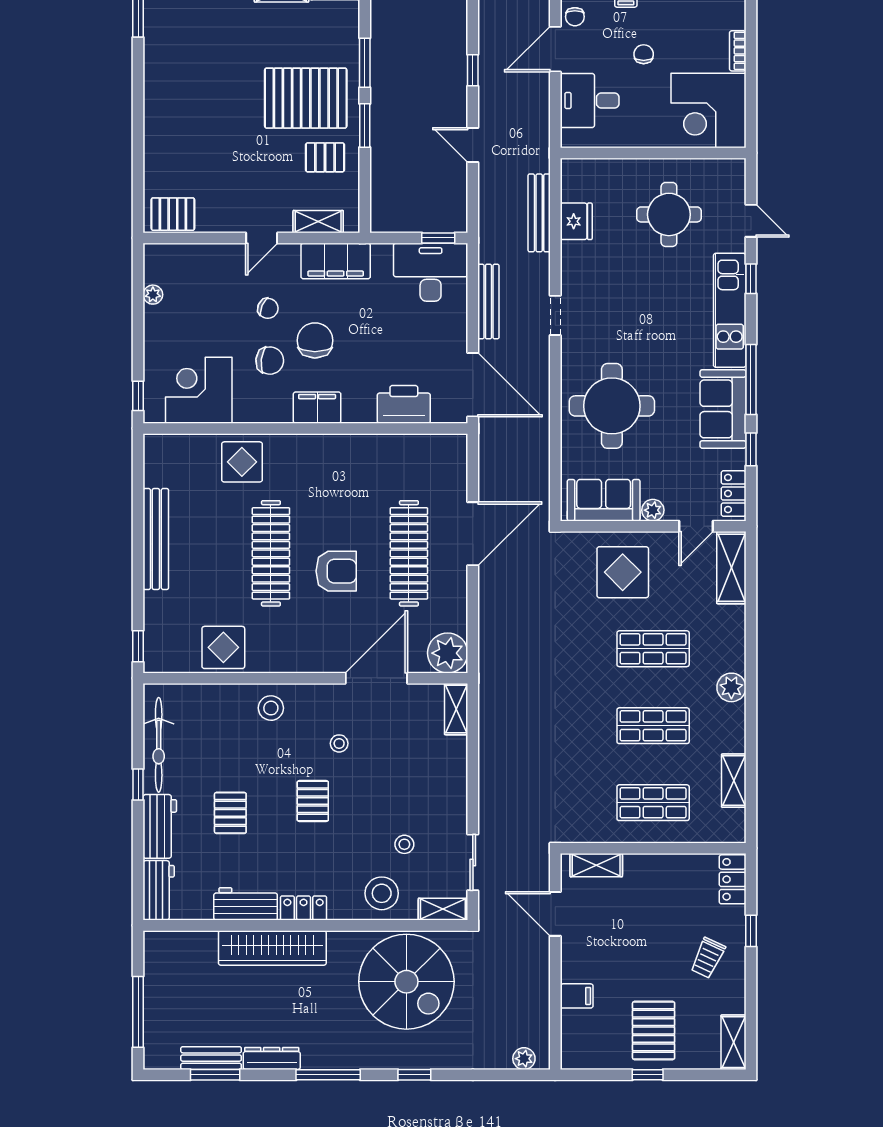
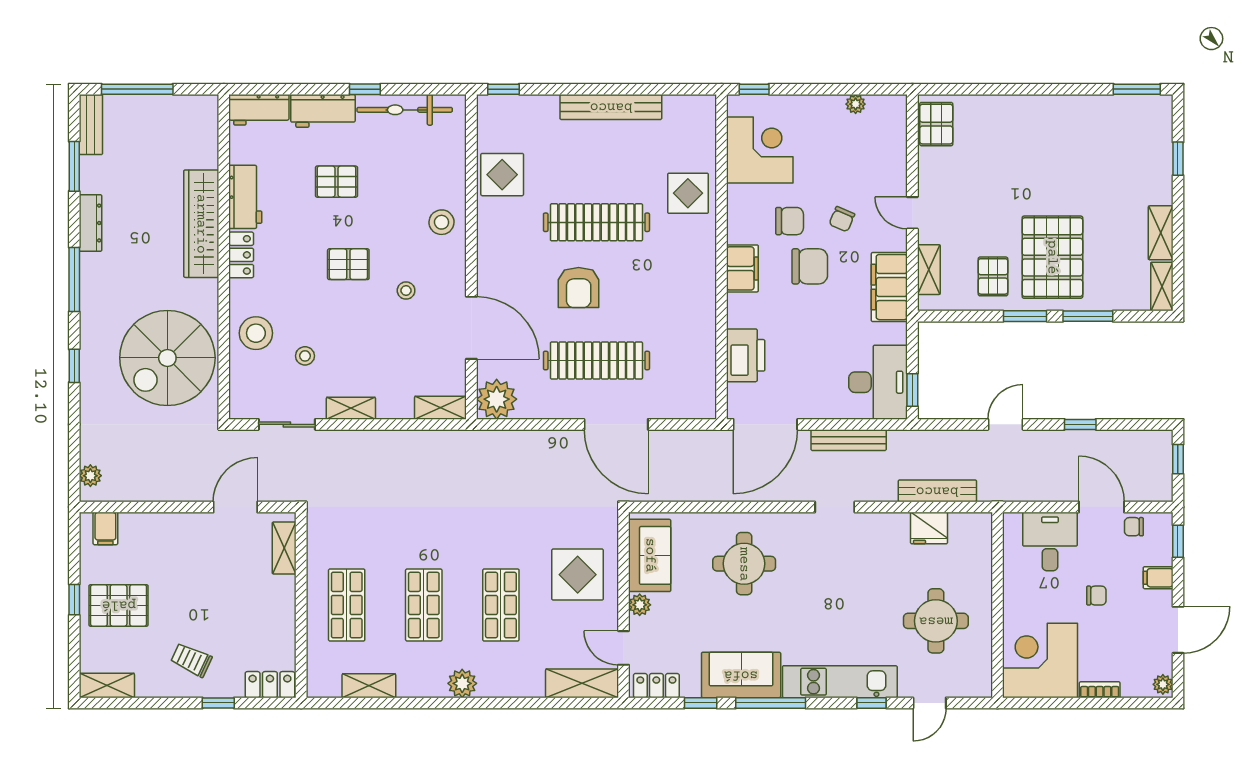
chair: (270, 361) -> (790, 221), turned -97
round table: (612, 406) -> (744, 564), width x0.73, depth x0.73
shelving: (443, 909) -> (351, 408), moved, turned 90
filing cabinet: (577, 996) -> (105, 528), moved
bench: (211, 1058) -> (91, 125), moved

